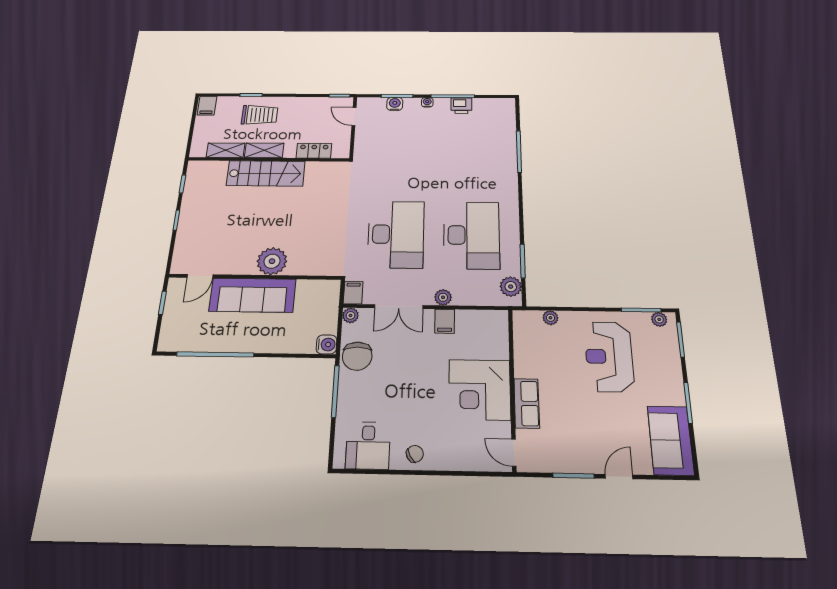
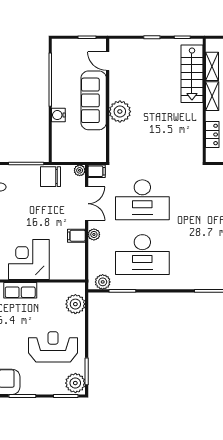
stairs: (266, 173) -> (192, 74), moved
double door: (399, 307) -> (87, 204), swing flipped
plant: (550, 318) -> (75, 304), width x1.88, depth x1.88
plant: (659, 319) -> (75, 383), width x1.87, depth x1.87
water cooler: (326, 344) -> (58, 115), moved, turned 90

